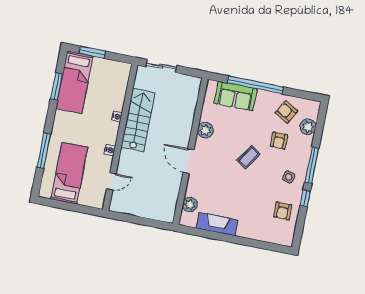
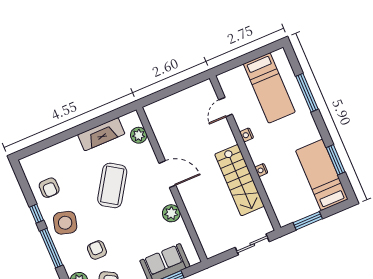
window: (92, 52) -> (308, 221), moved
coffee table: (249, 157) -> (112, 185), moved, width x1.86, depth x1.72
side table: (289, 177) -> (65, 223), width x1.87, depth x1.87
armchair: (283, 211) -> (49, 188), turned 180

